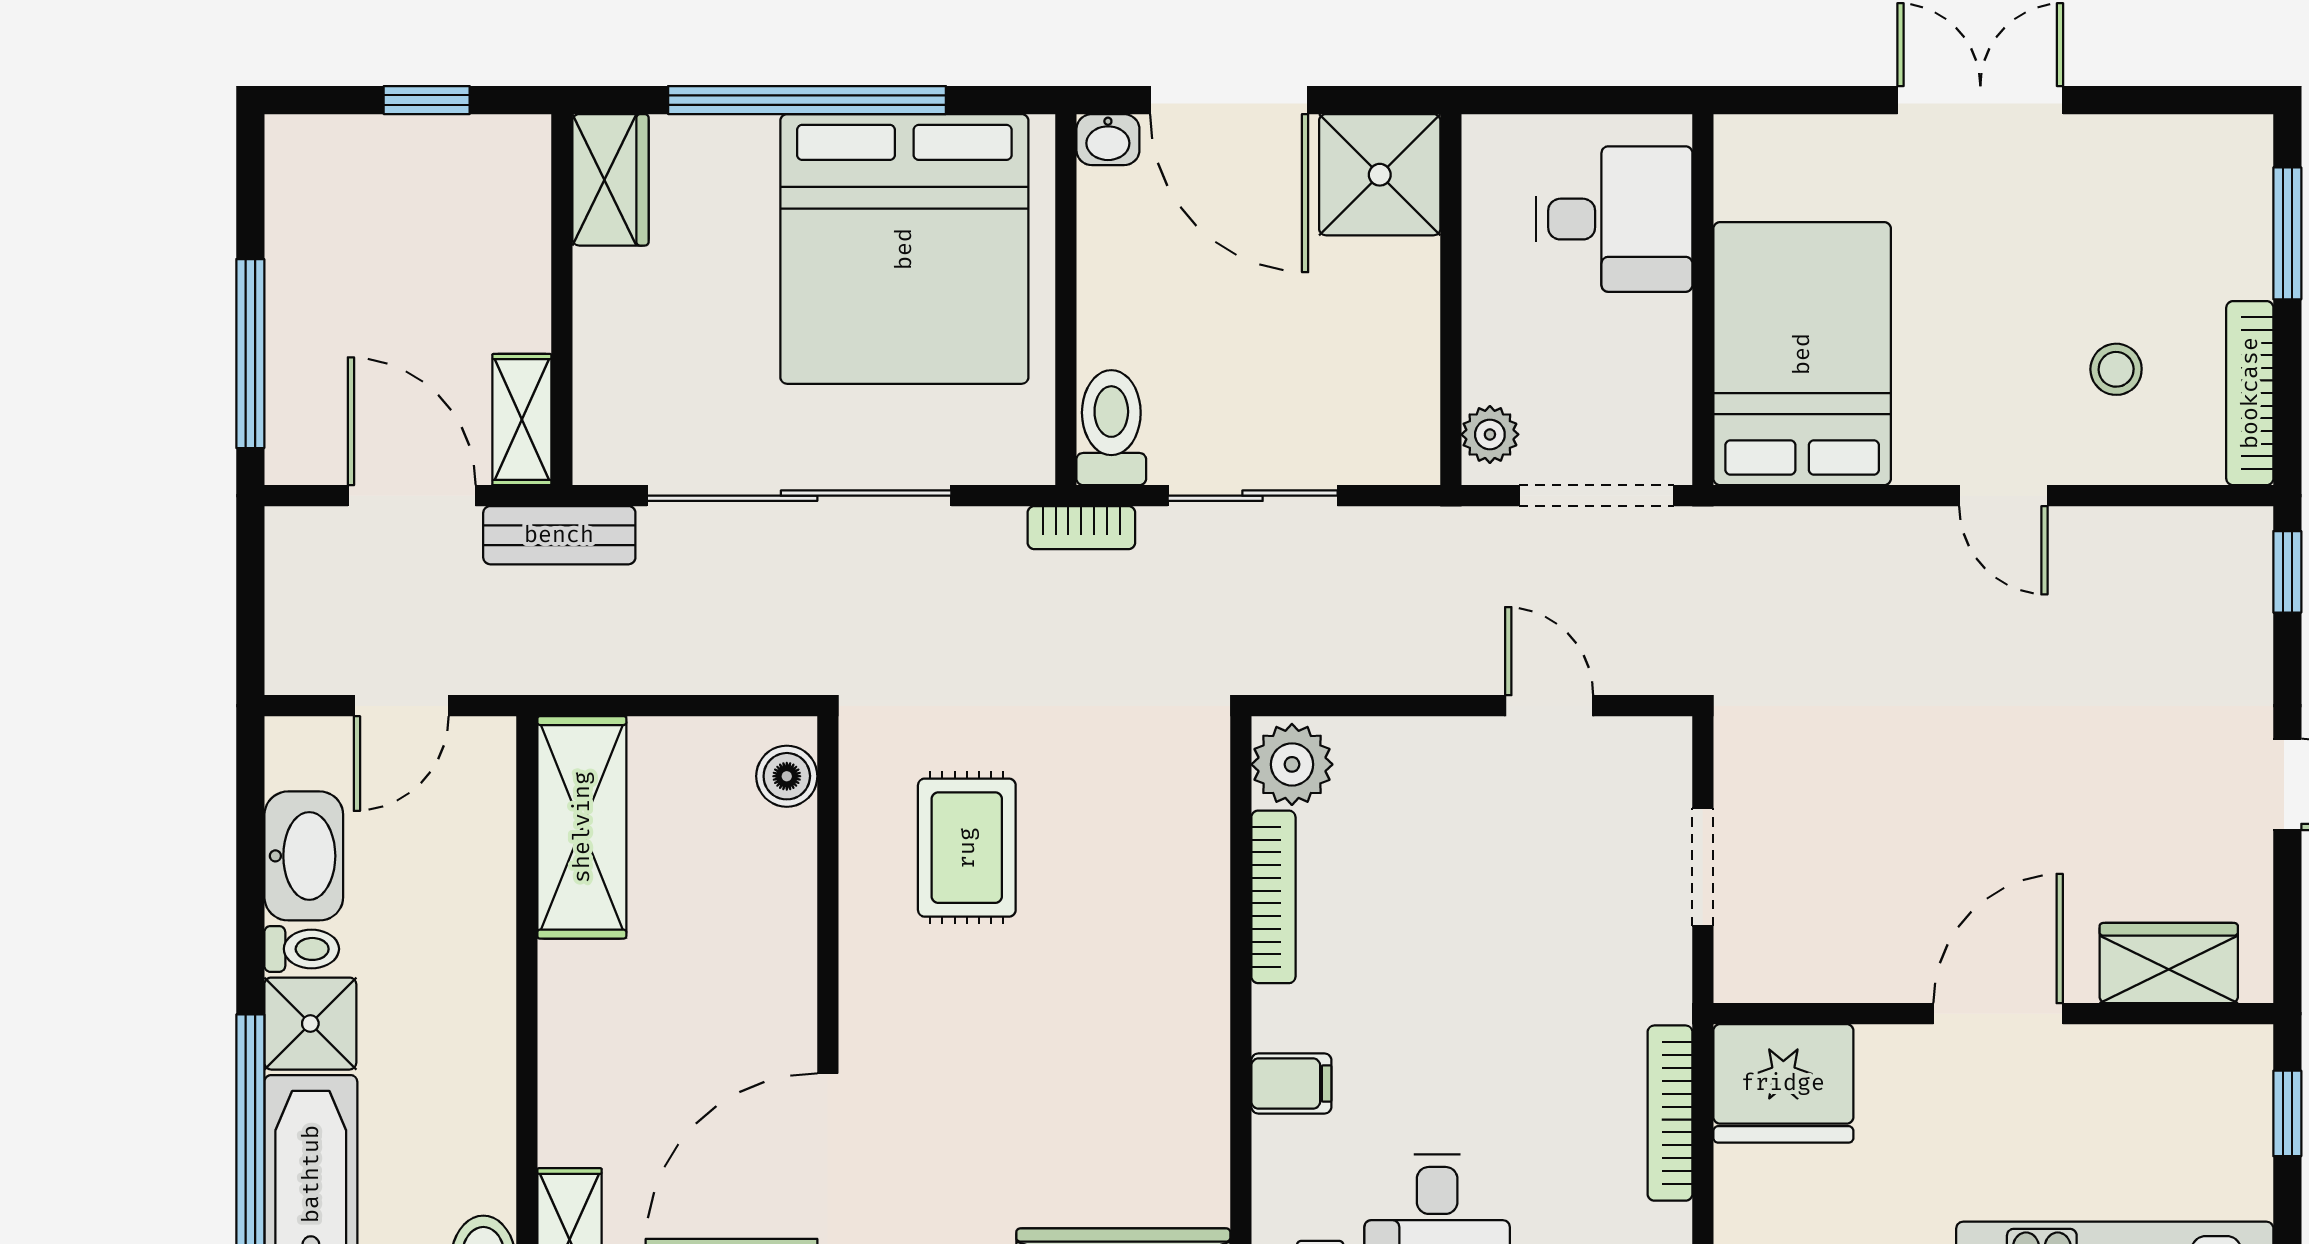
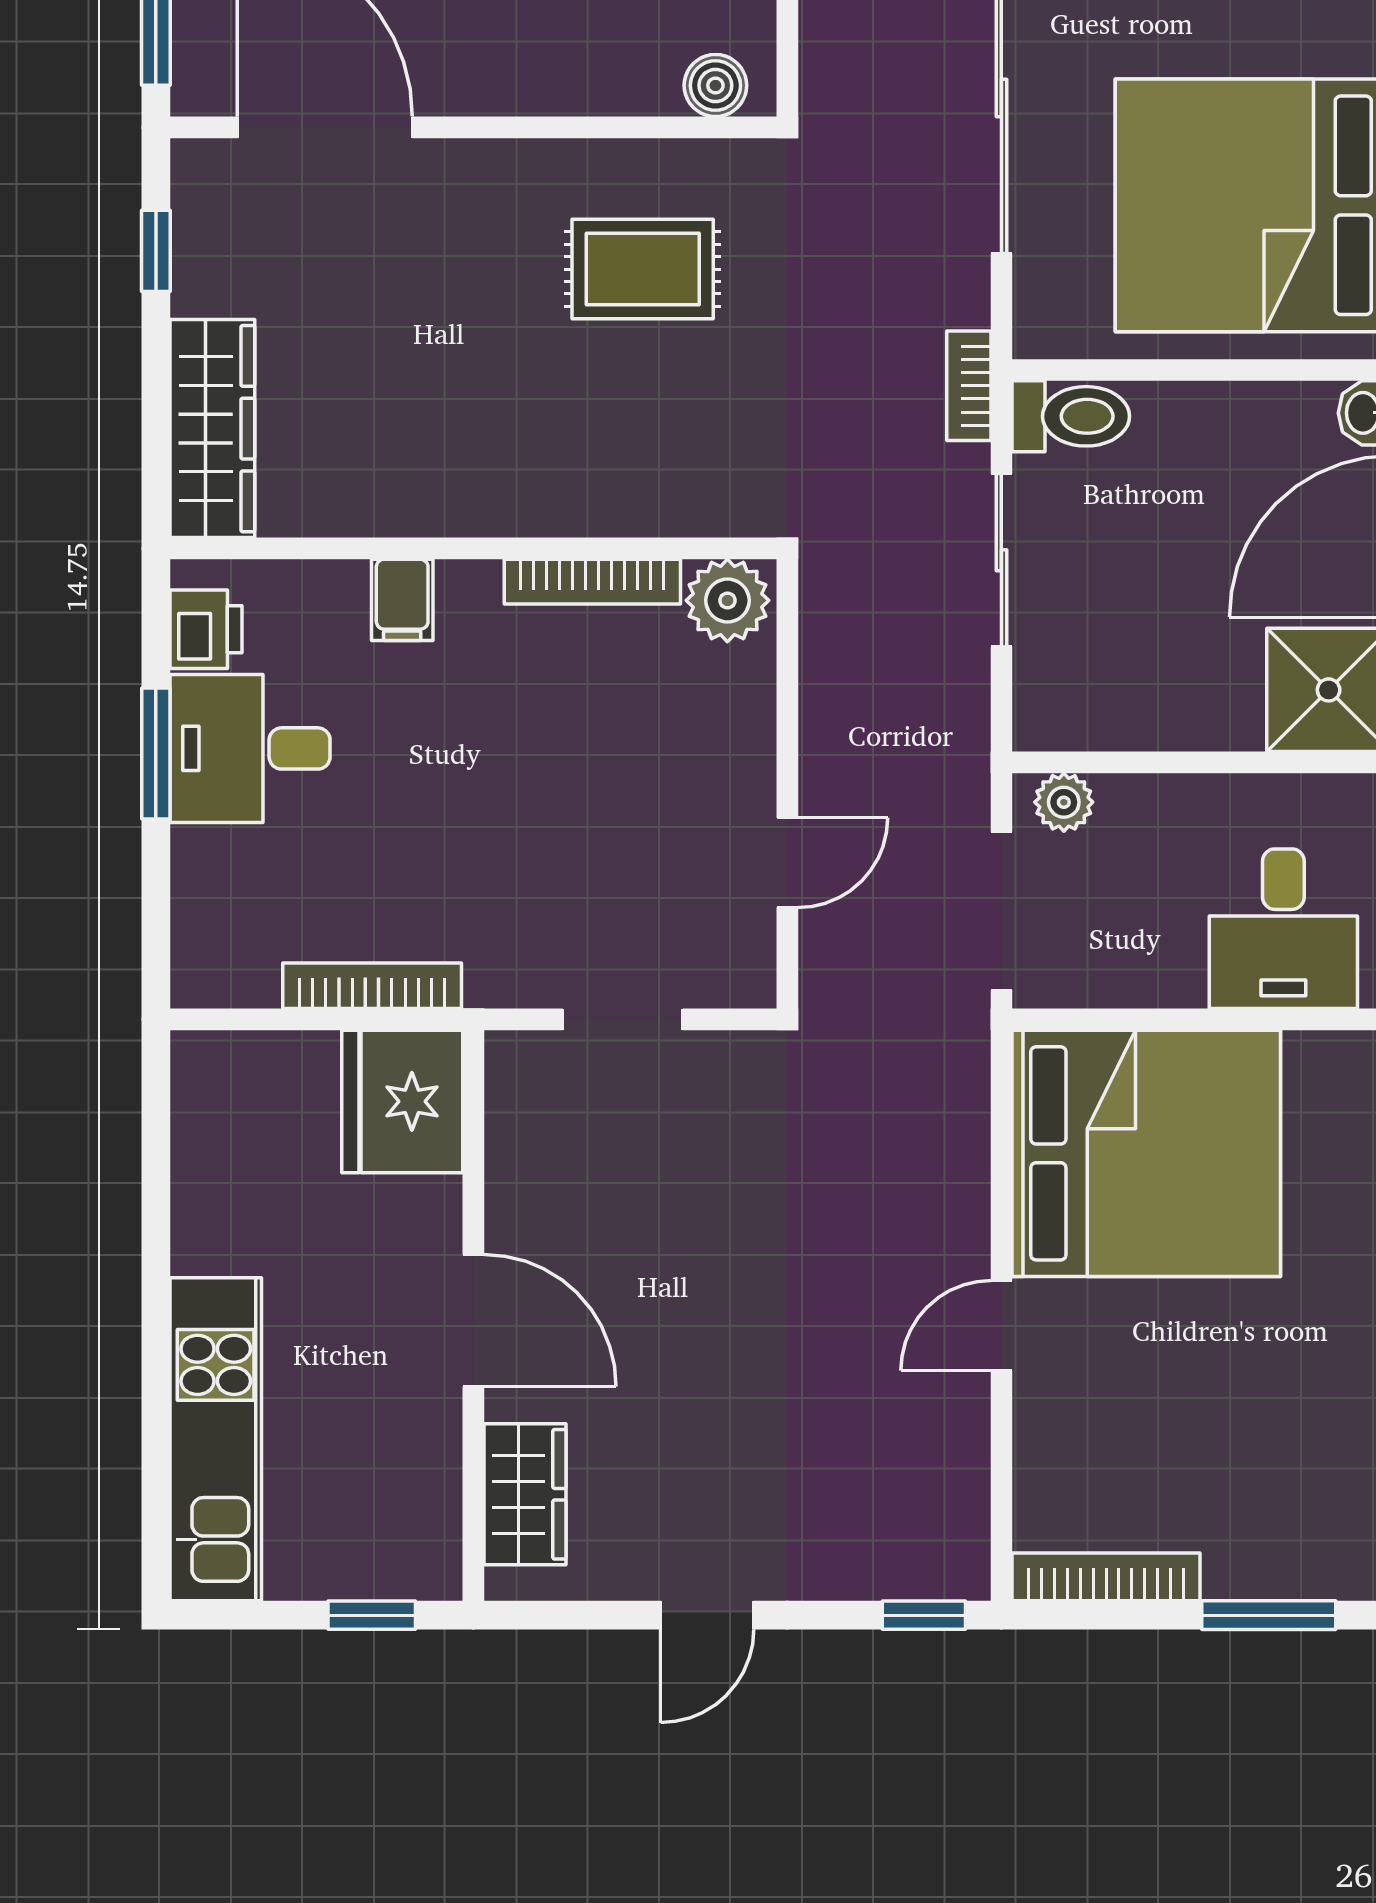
bed: (1802, 354) -> (1146, 1153), width x1.36
stool: (2116, 369) -> (1130, 1441), removed

